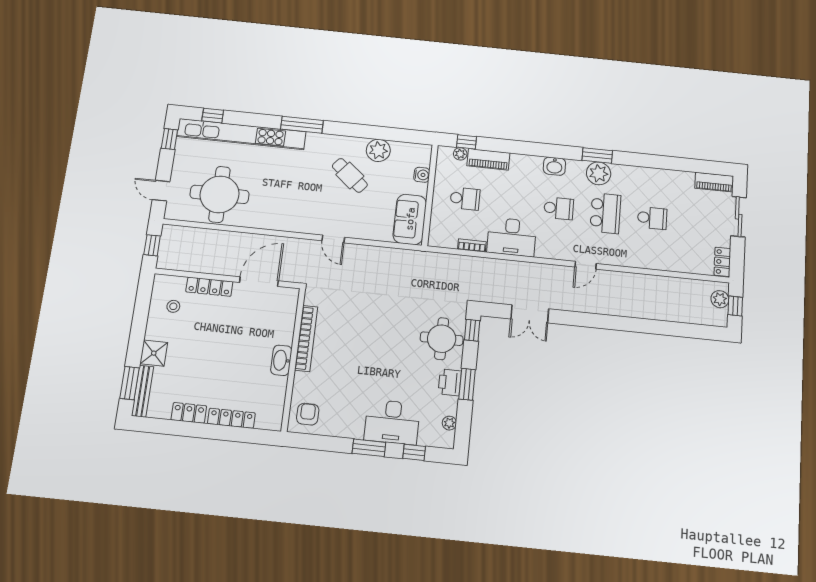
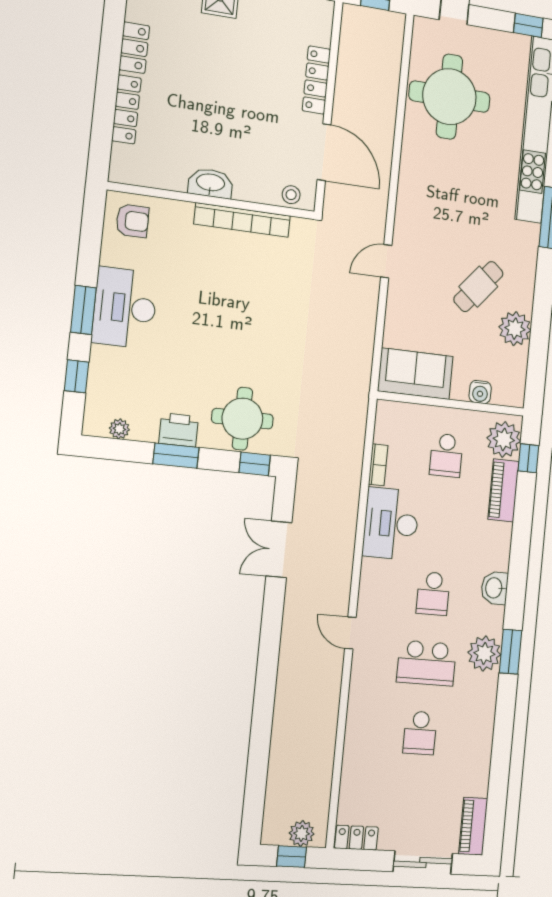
plant: (460, 154) -> (504, 439), width x1.87, depth x1.87
stool: (173, 306) -> (291, 195), moved
desk: (392, 422) -> (125, 308), moved

